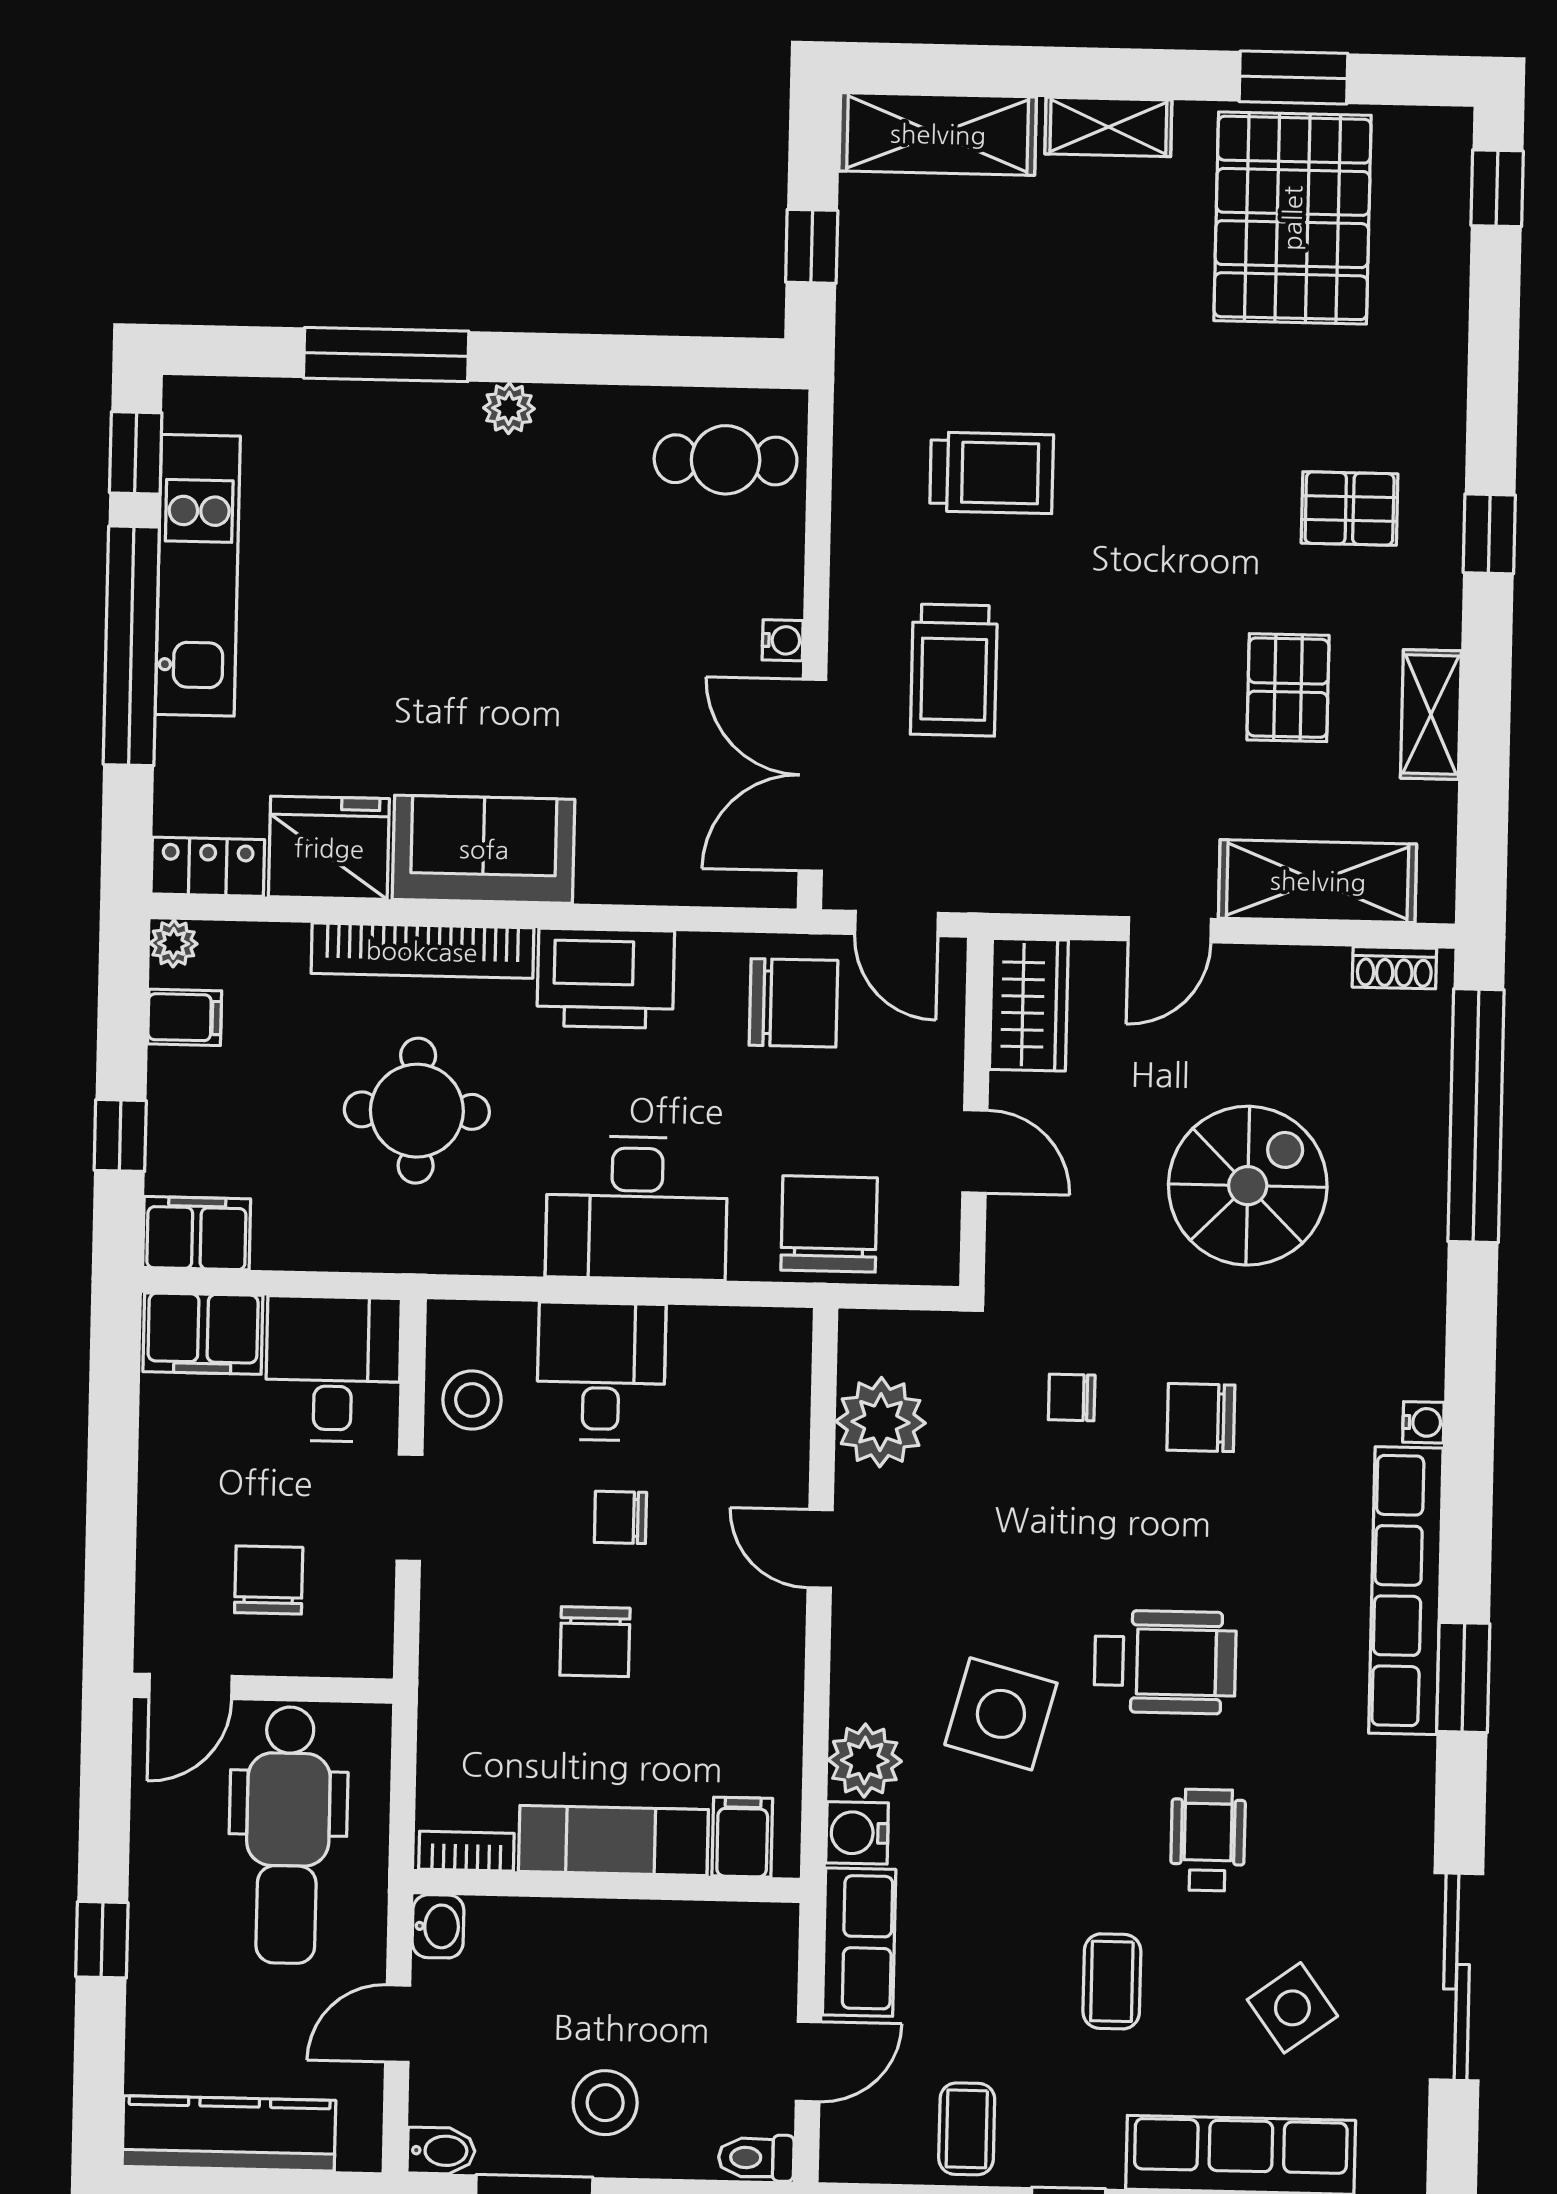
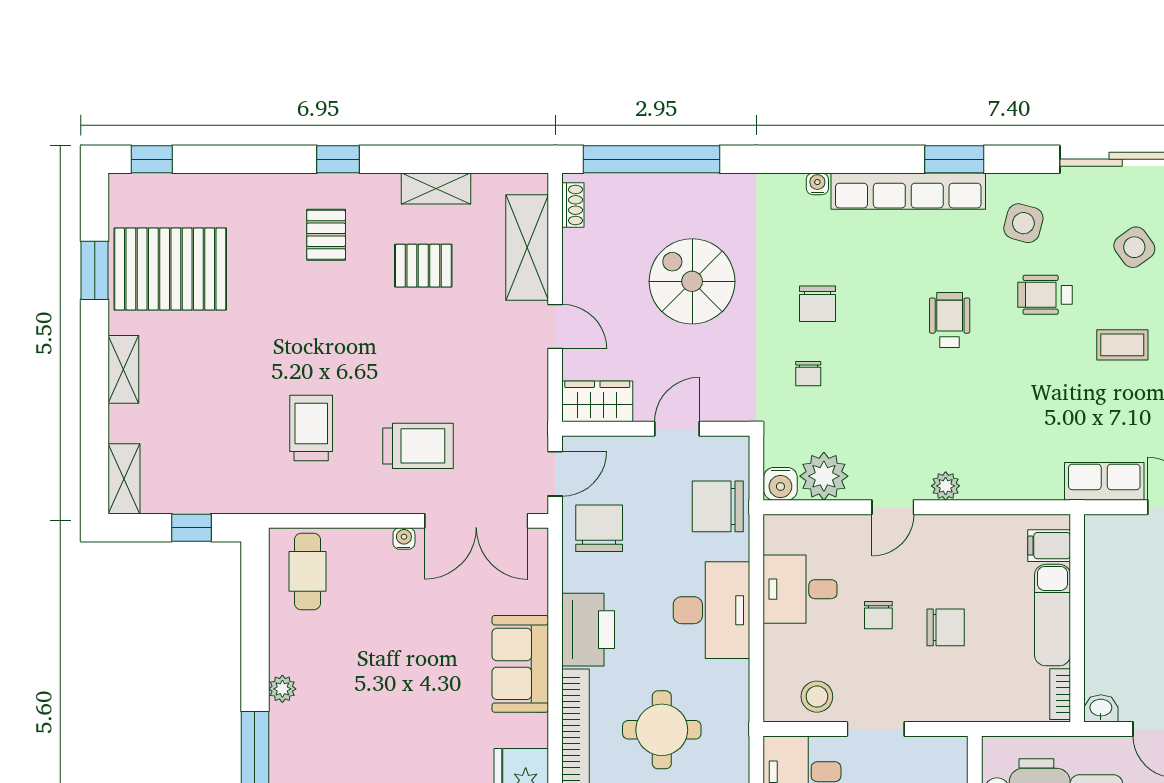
shelving: (938, 134) -> (124, 479), width x0.67, depth x0.75
sofa: (484, 849) -> (520, 664), moved
desk: (601, 1372) -> (800, 589), moved
wheelchair: (1165, 1662) -> (950, 320), width x0.73, depth x0.73
side table: (1001, 1714) -> (1023, 223), moved, width x0.73, depth x0.73
plant: (865, 1761) -> (946, 486), moved, width x0.73, depth x0.73
water cooler: (857, 1833) -> (780, 484), moved

